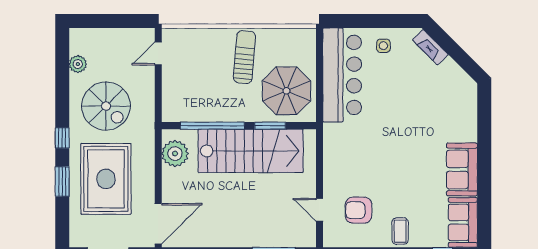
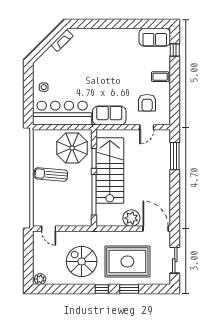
fireplace: (430, 47) -> (62, 40), moved
plant: (78, 64) -> (40, 279), moved
spiral stairs: (106, 106) -> (82, 261), turned -90
plant: (175, 154) -> (131, 218), moved
sofa: (462, 169) -> (109, 116), moved, turned 180

